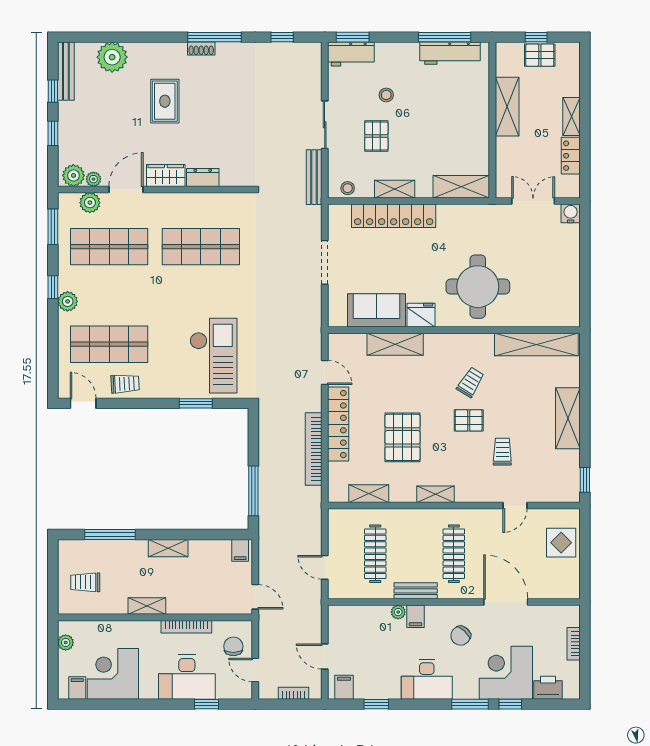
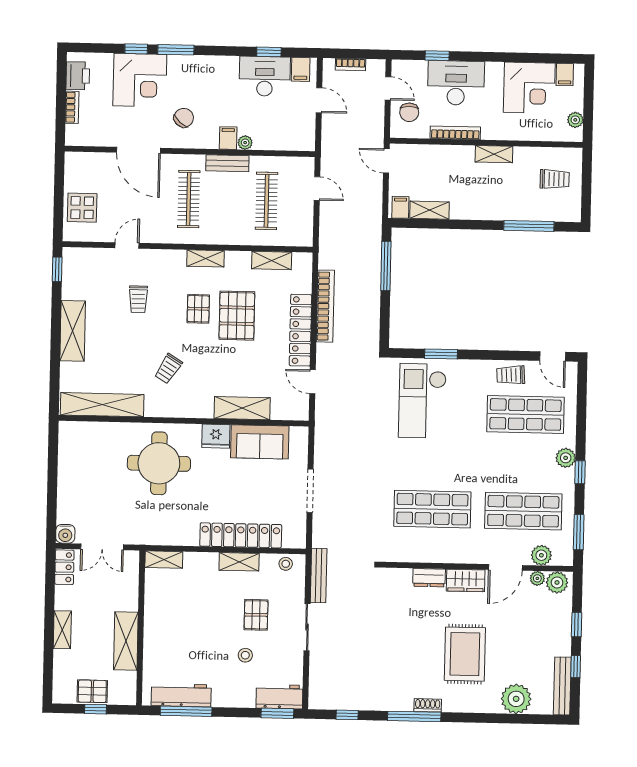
rug: (165, 101) -> (465, 654), width x1.36, depth x1.43
locker: (571, 156) -> (64, 567), moved
shelving: (461, 187) -> (164, 560), width x0.67, depth x0.75
pallet: (469, 420) -> (198, 309), moved, turned 90
shelving: (168, 548) -> (429, 210), moved
desk: (427, 679) -> (265, 76), moved
printer: (548, 688) -> (78, 76), moved, turned -90

